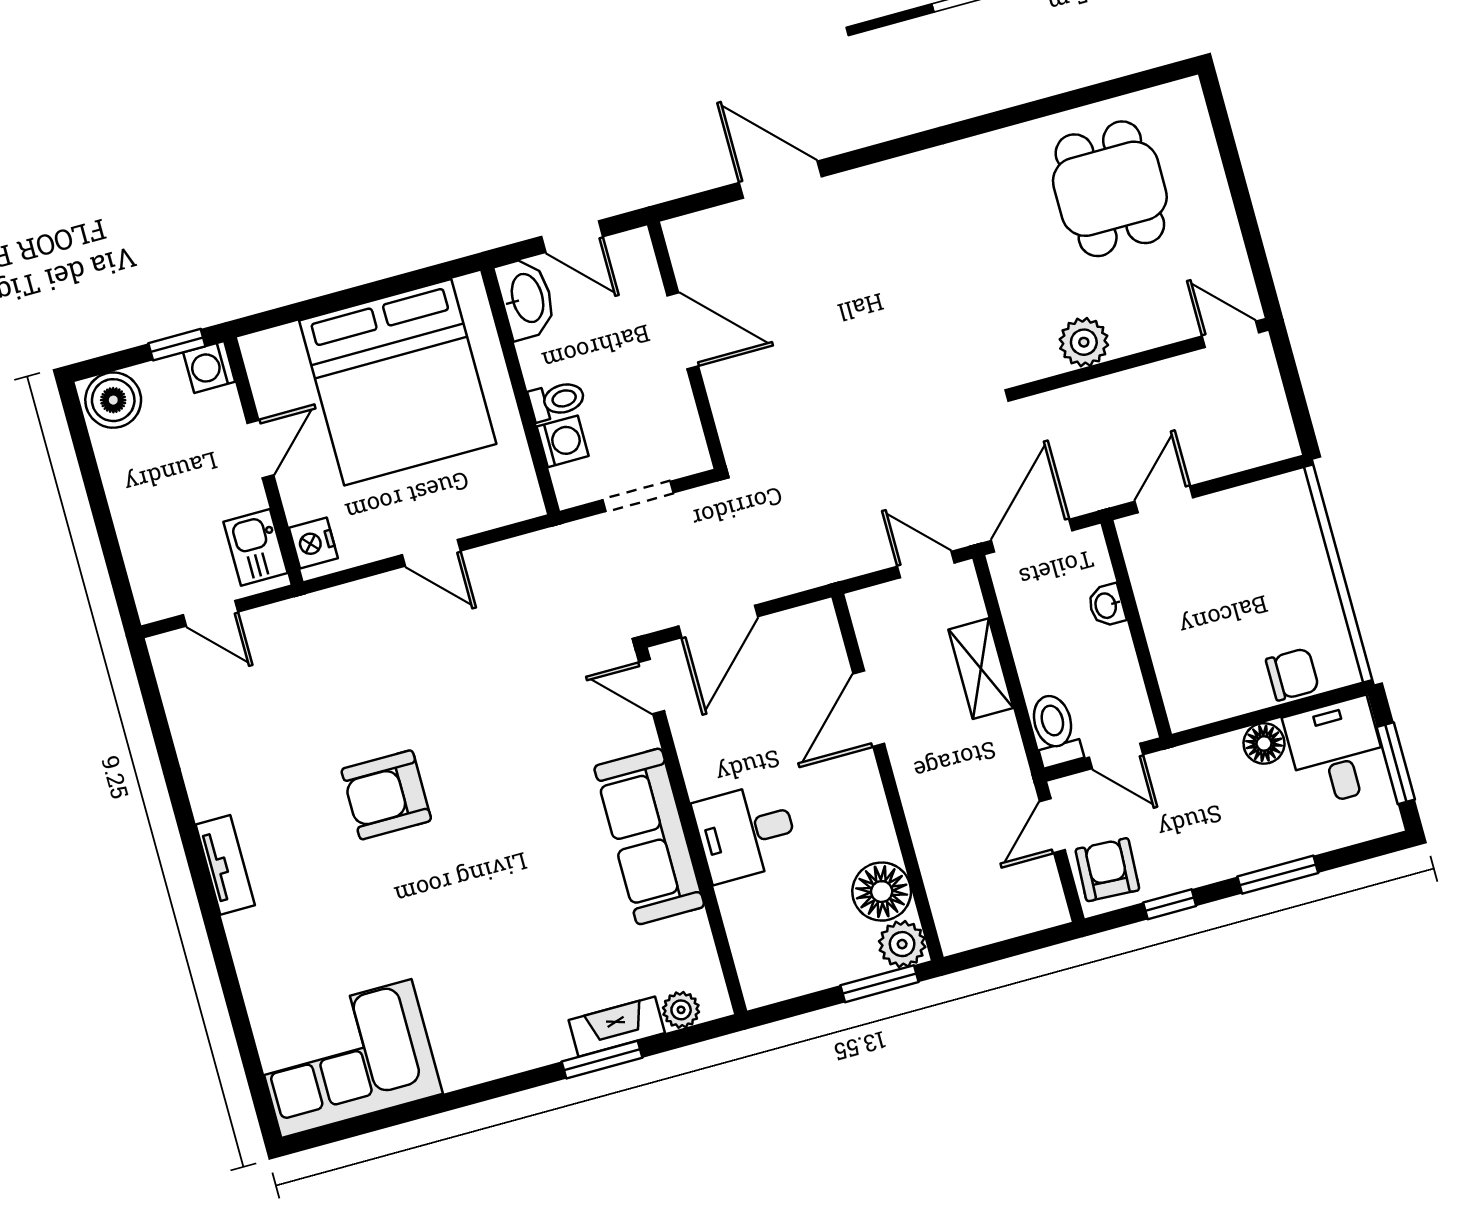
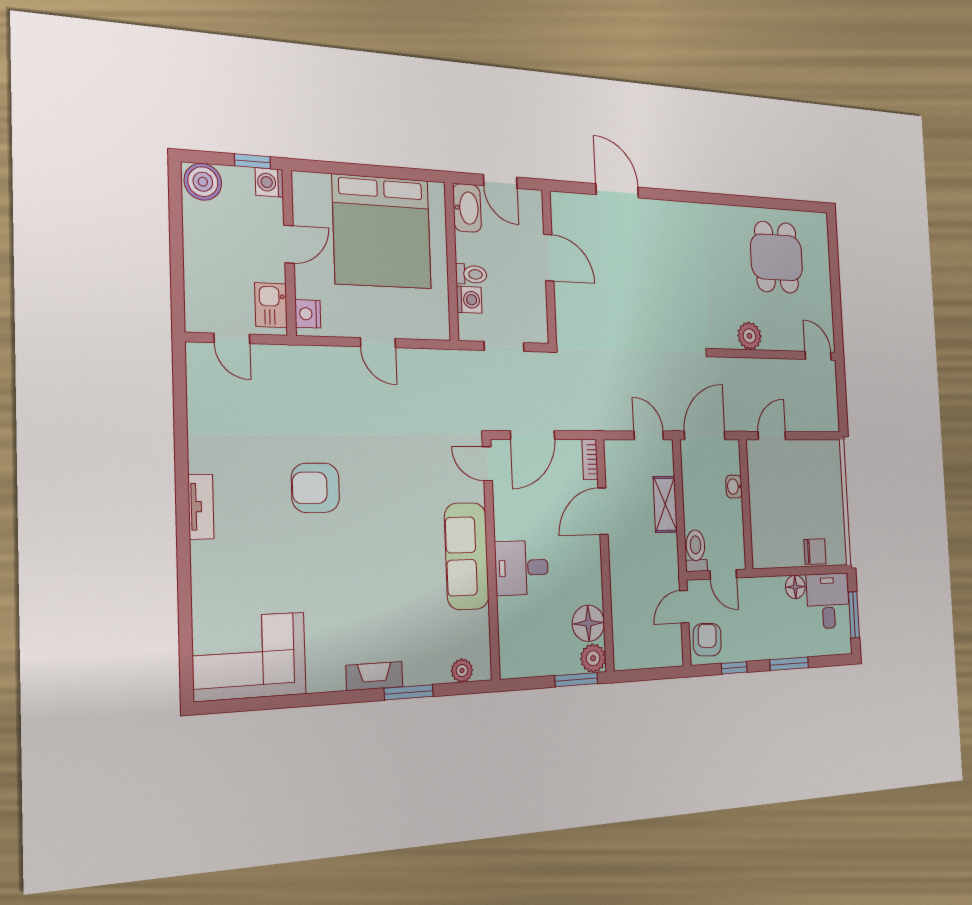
bookcase: (827, 633) -> (590, 459), added
fireplace: (617, 1027) -> (374, 676), moved

